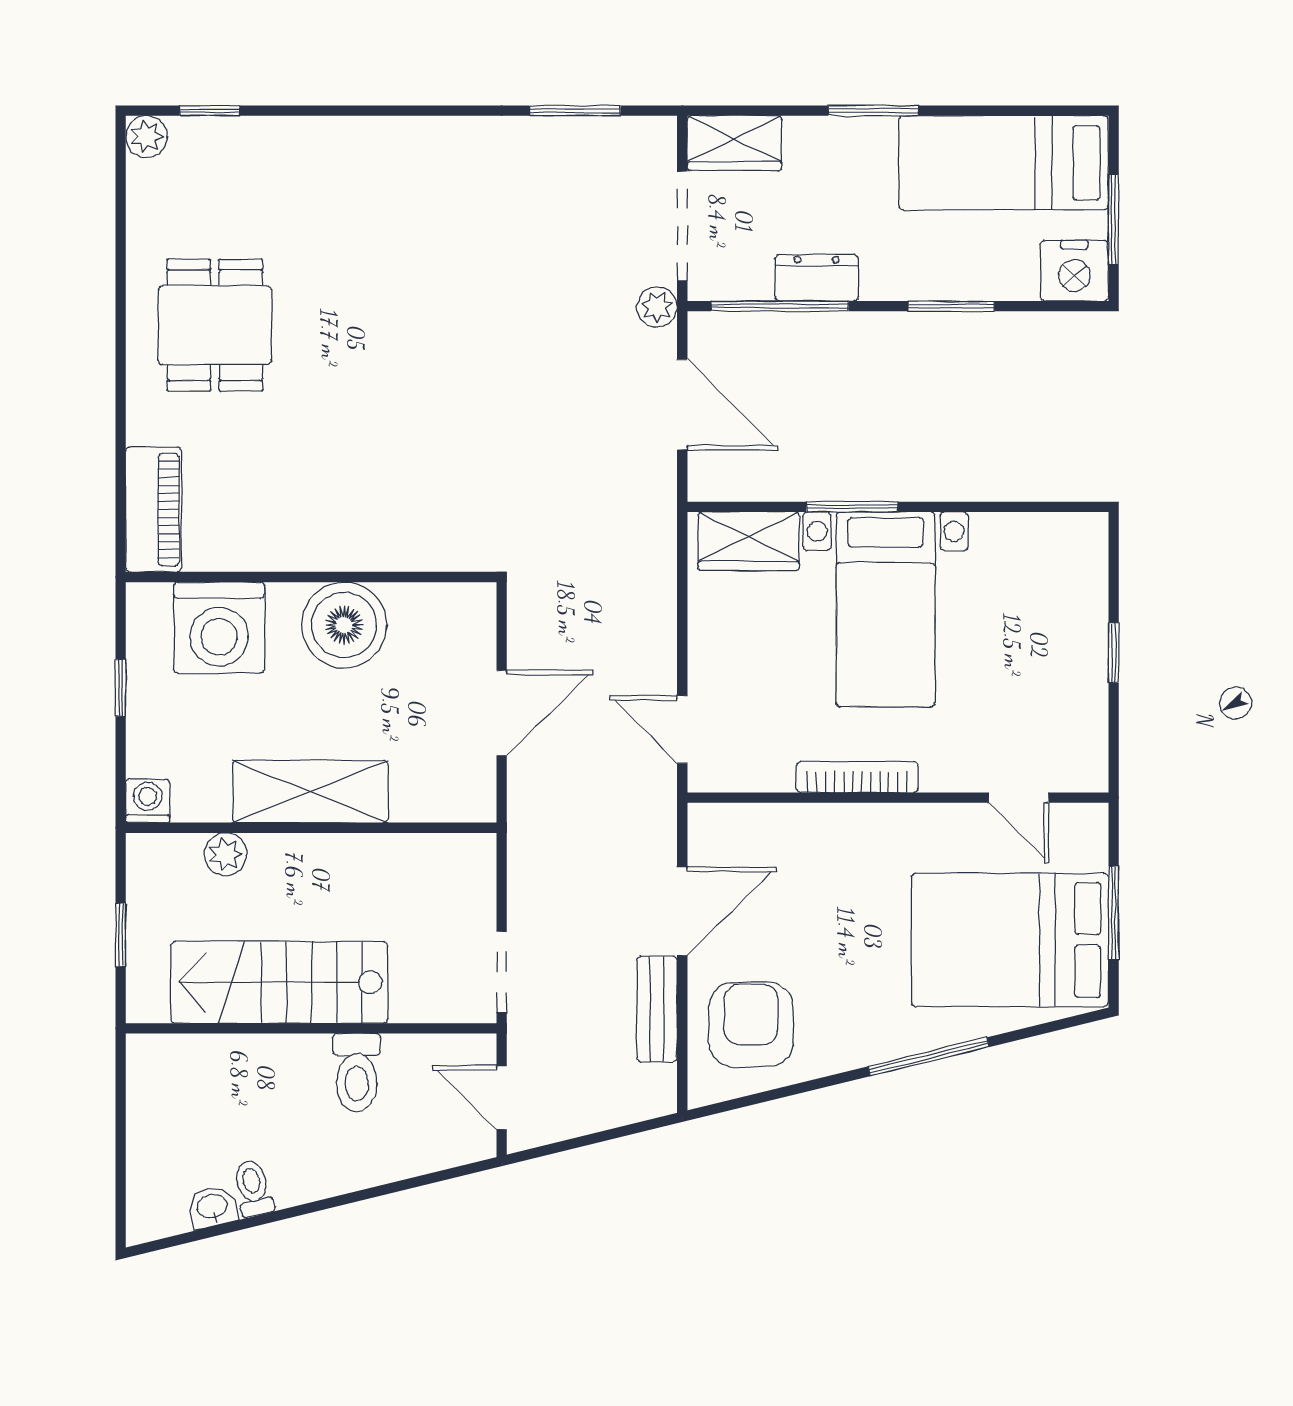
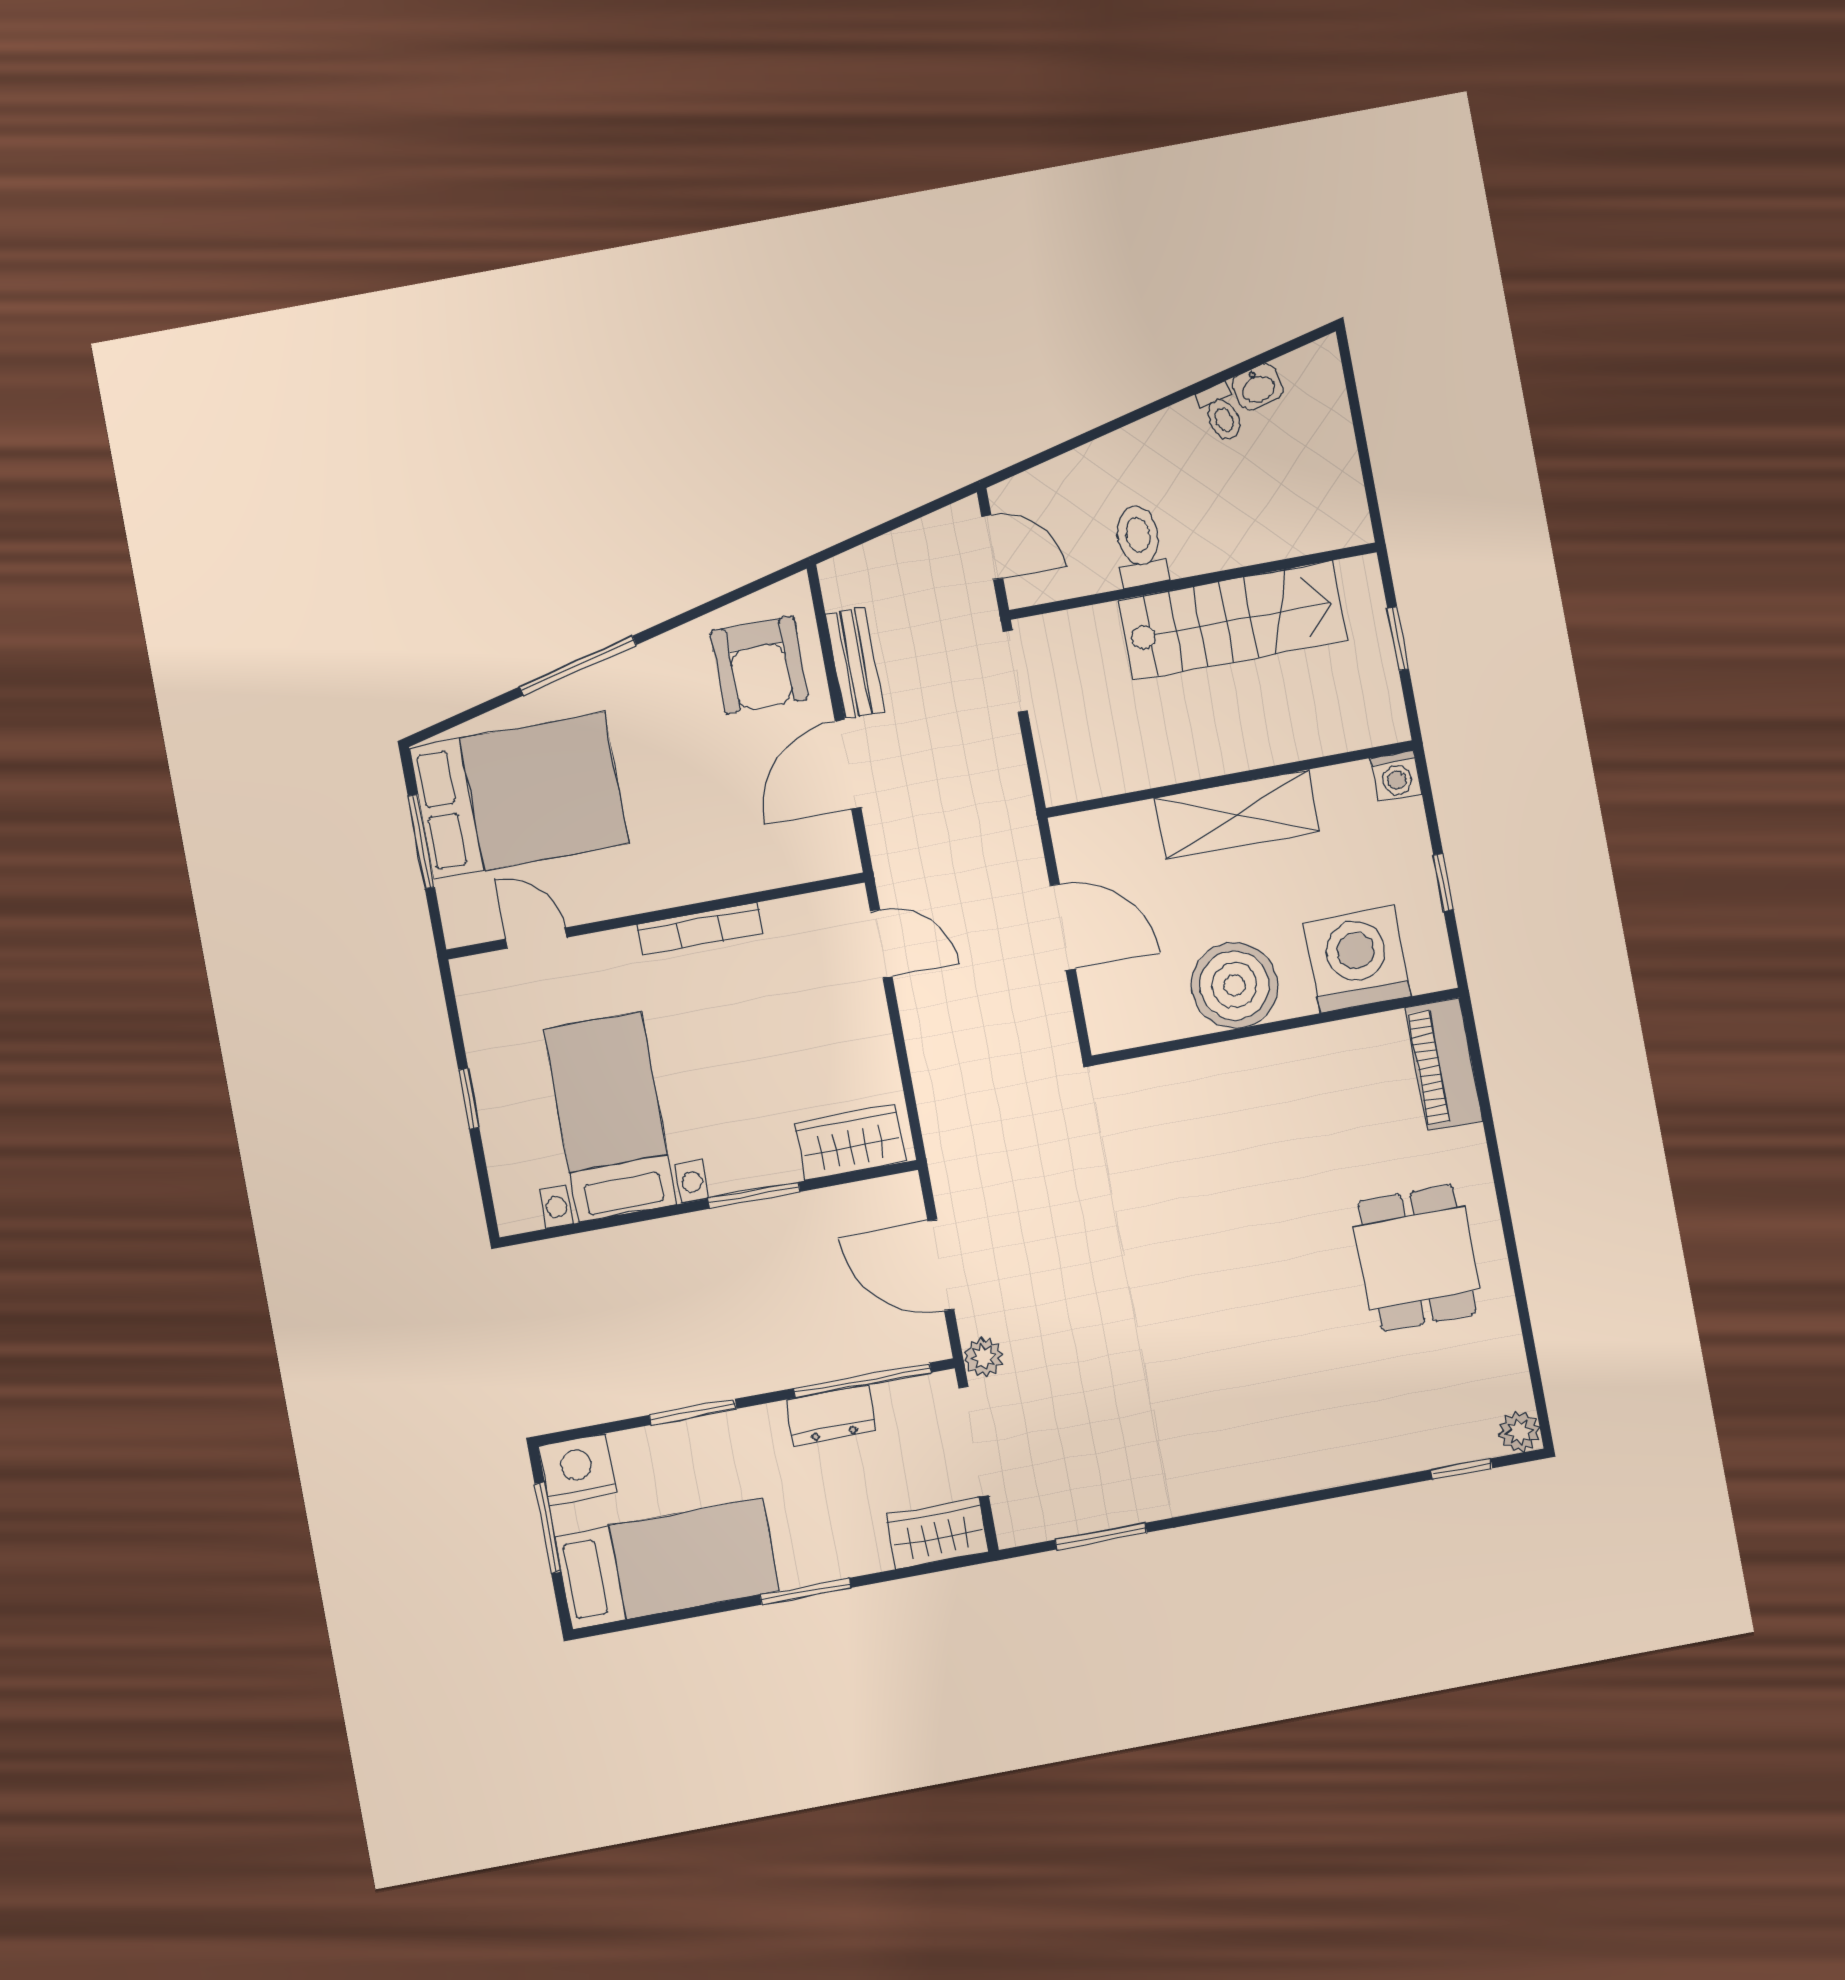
bed with nightstands: (886, 609) -> (610, 1117), moved
door: (502, 713) -> (1063, 927), swing flipped
plant: (226, 854) -> (1309, 737), removed

